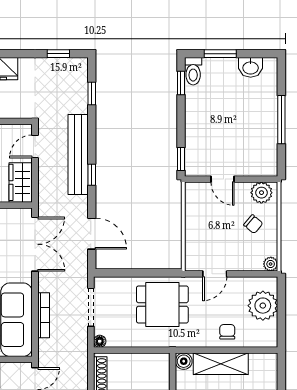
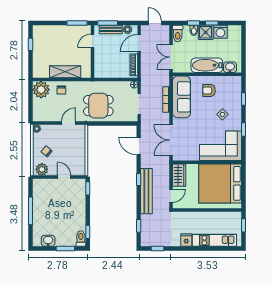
plant: (263, 306) -> (41, 90), moved
boiler: (184, 361) -> (86, 73), removed

